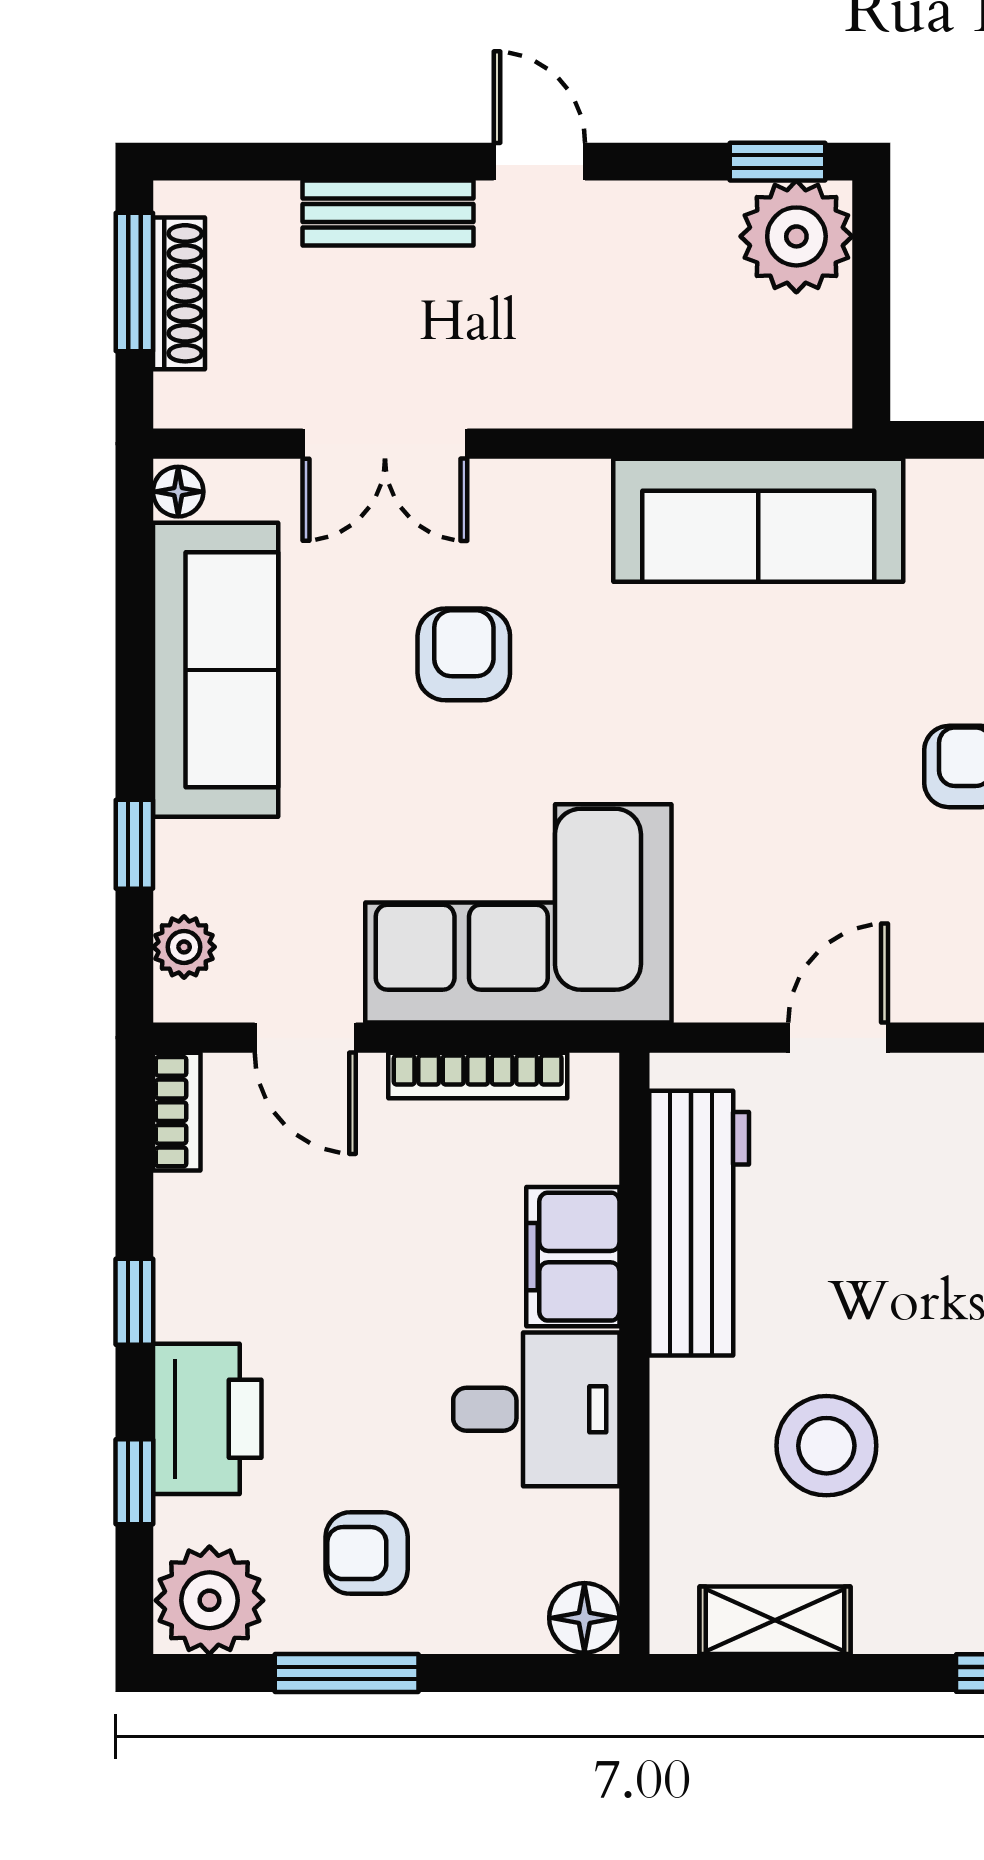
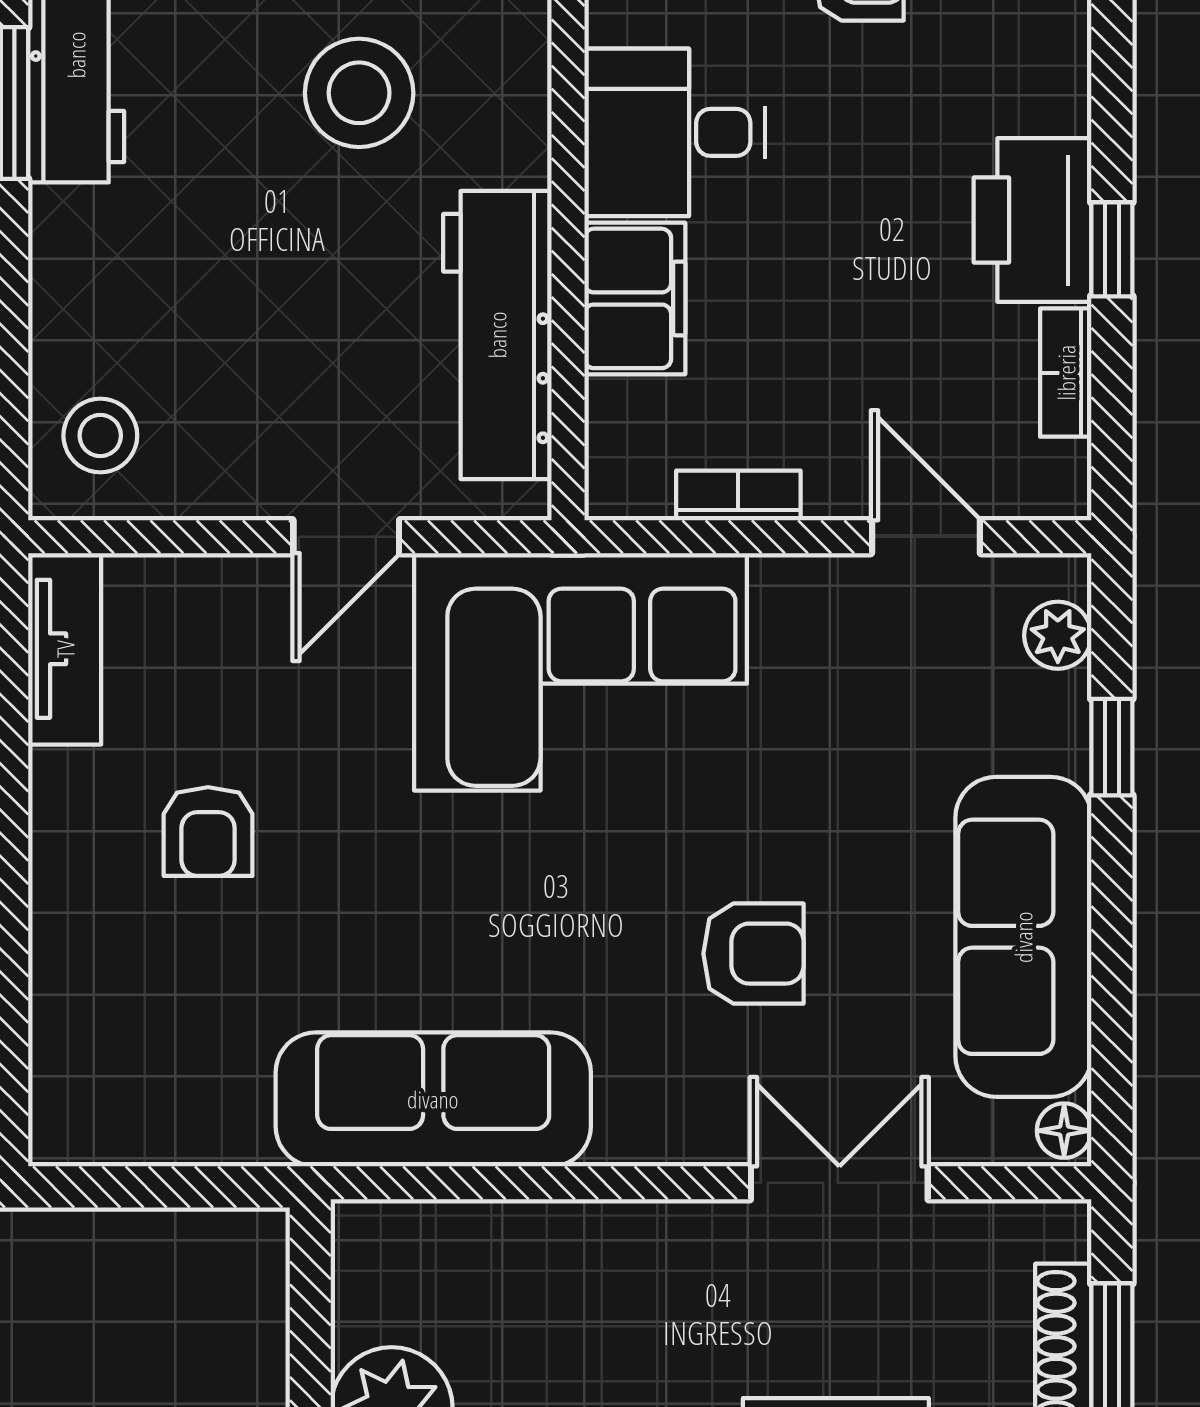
armchair: (464, 654) -> (753, 954), turned -90
corner sofa: (518, 913) -> (580, 672), moved
bookcase: (478, 1076) -> (738, 495), width x0.64
bookcase: (177, 1112) -> (1066, 373), moved
printer: (207, 1419) -> (1033, 220), moved
window: (134, 1482) -> (1112, 54), removed

